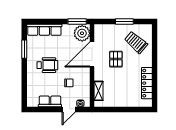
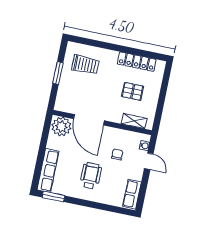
window: (77, 22) -> (46, 129), removed
trolley: (136, 42) -> (85, 65), turned -131
window: (24, 49) -> (53, 197), moved
pallet: (116, 59) -> (133, 91), moved
row of seats: (50, 101) -> (132, 194), moved

